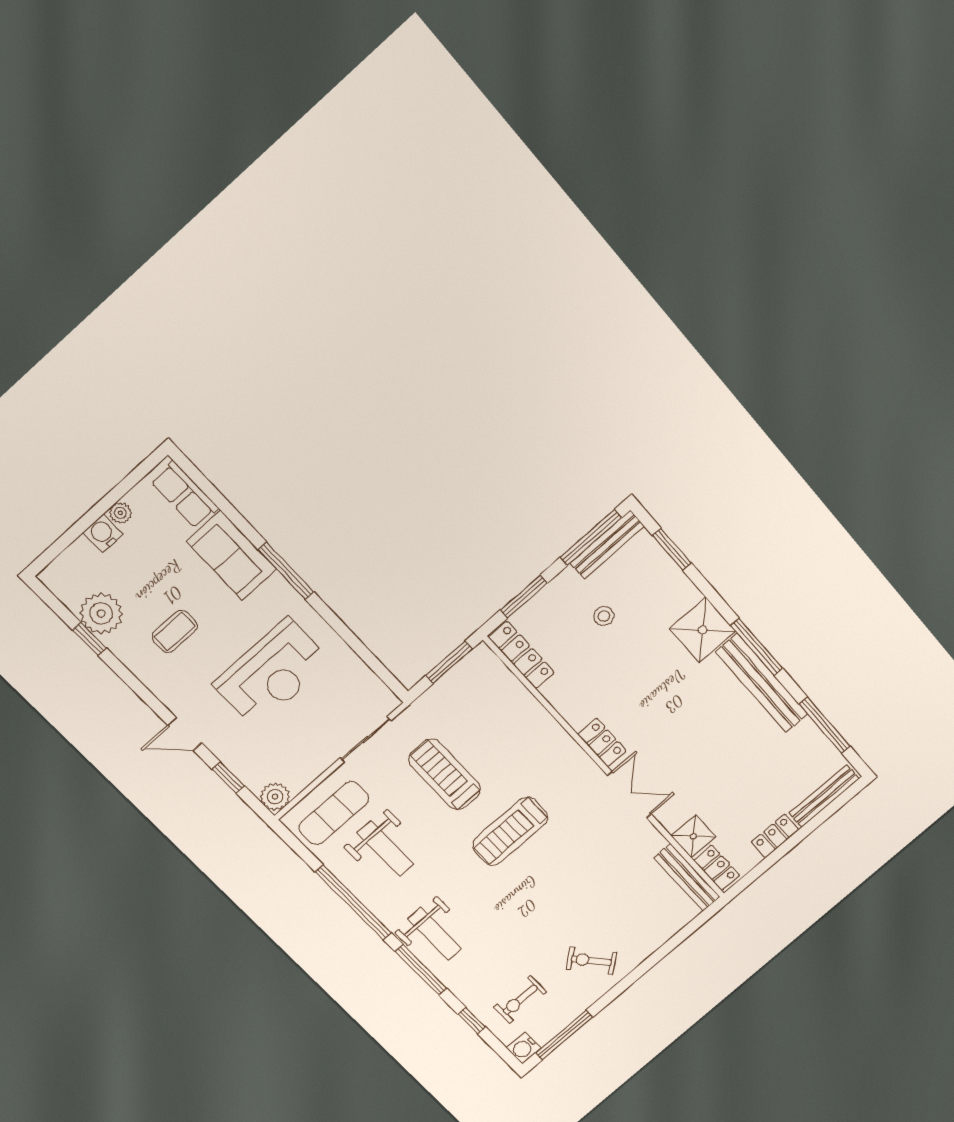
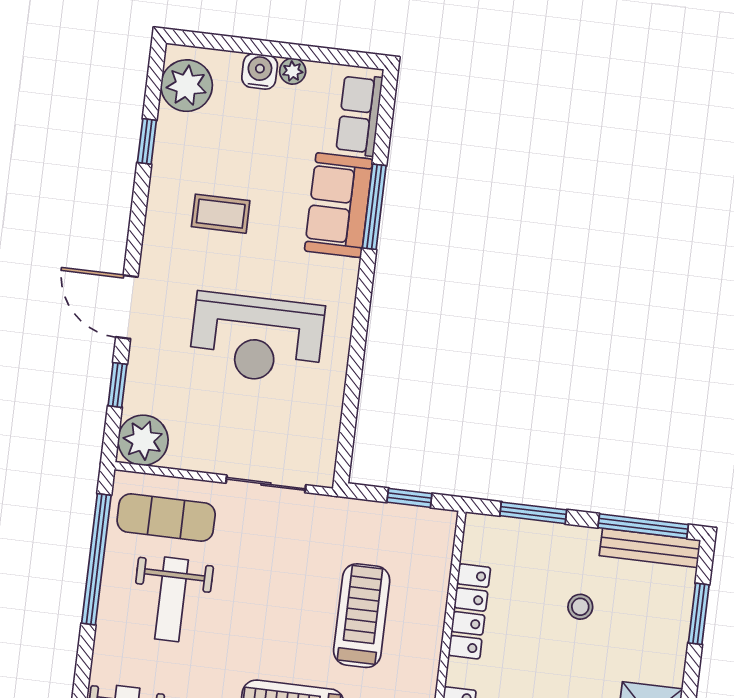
window: (286, 571) -> (374, 207), moved
plant: (101, 614) -> (187, 86), moved
locker: (521, 655) -> (469, 611), moved
window: (449, 662) -> (409, 498), width x0.67
door: (185, 734) -> (127, 307), width x1.38
treadmill: (445, 774) -> (362, 616), moved
plant: (275, 797) -> (143, 440), width x1.36, depth x1.36
window: (354, 903) -> (96, 559), moved

